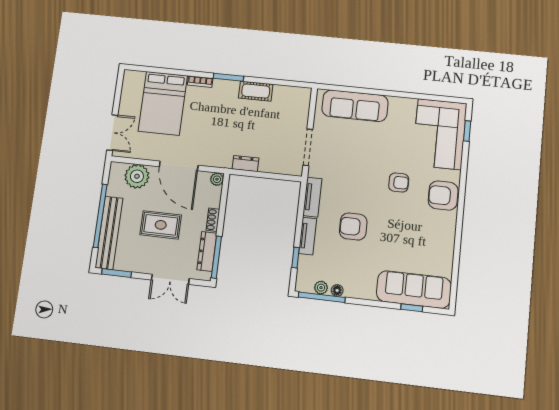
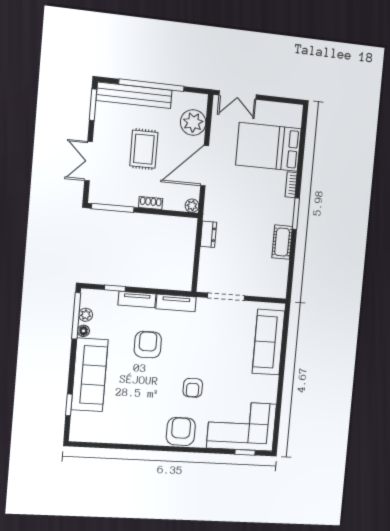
dresser: (207, 251) -> (118, 198), removed
sofa: (414, 290) -> (90, 375), moved

